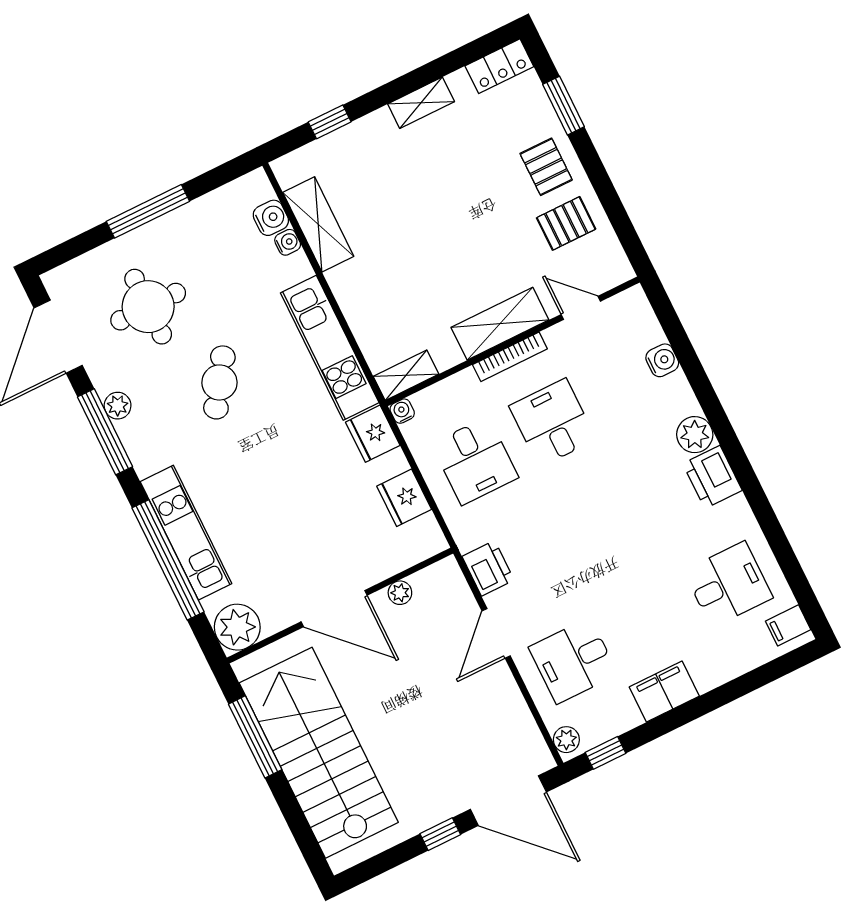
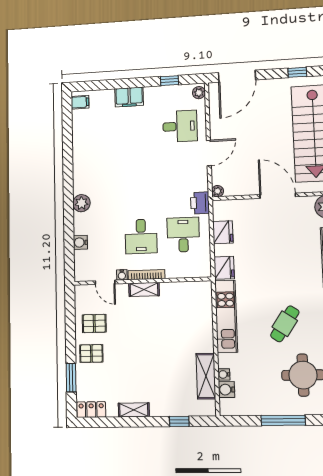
pallet: (546, 167) -> (91, 353), turned 90
shelving: (500, 324) -> (144, 289), width x0.67, depth x0.75
shelving: (406, 375) -> (197, 288), removed
water cooler: (402, 411) -> (122, 275), moved
printer: (712, 477) -> (82, 181), removed
printer: (488, 568) -> (200, 203), moved
desk: (728, 584) -> (97, 131), removed
plant: (400, 593) -> (218, 191), moved
filing cabinet: (664, 691) -> (129, 97), moved
window: (605, 753) -> (169, 81), moved
door: (508, 801) -> (237, 76), swing flipped
window: (440, 834) -> (297, 72), moved

